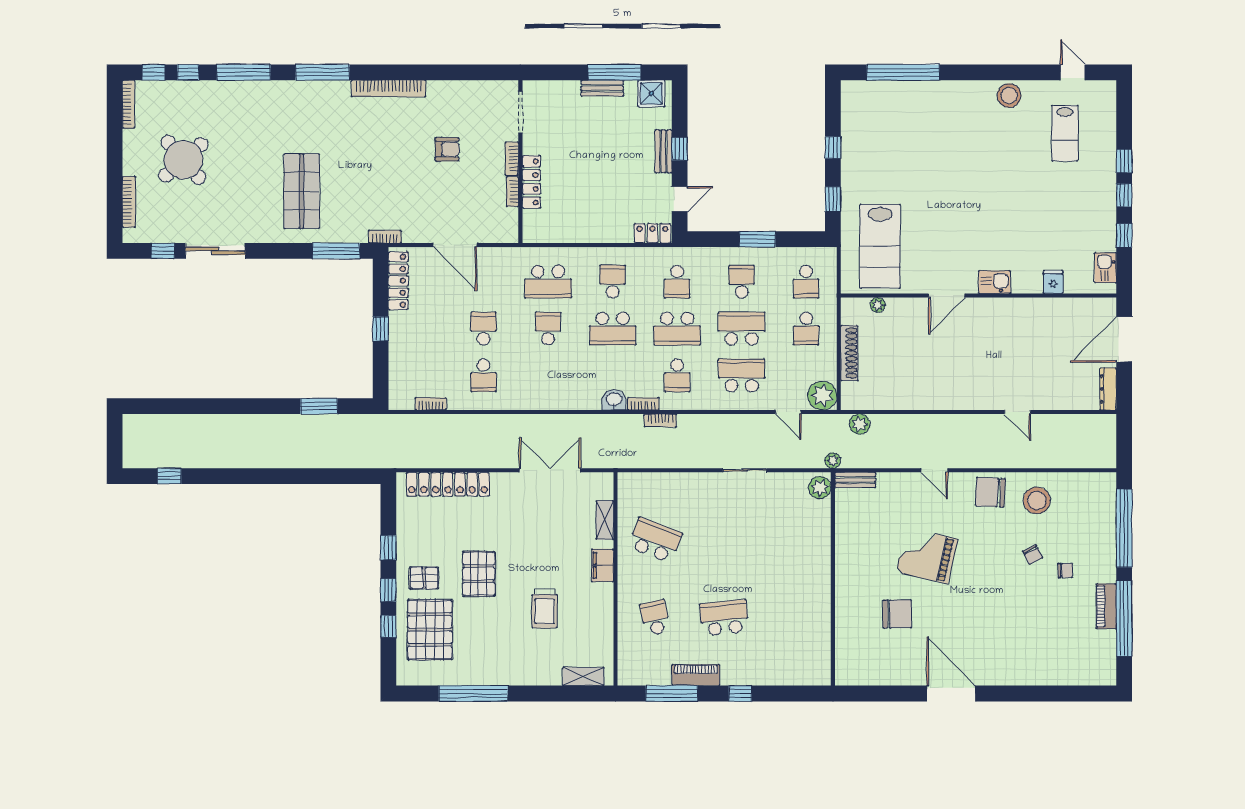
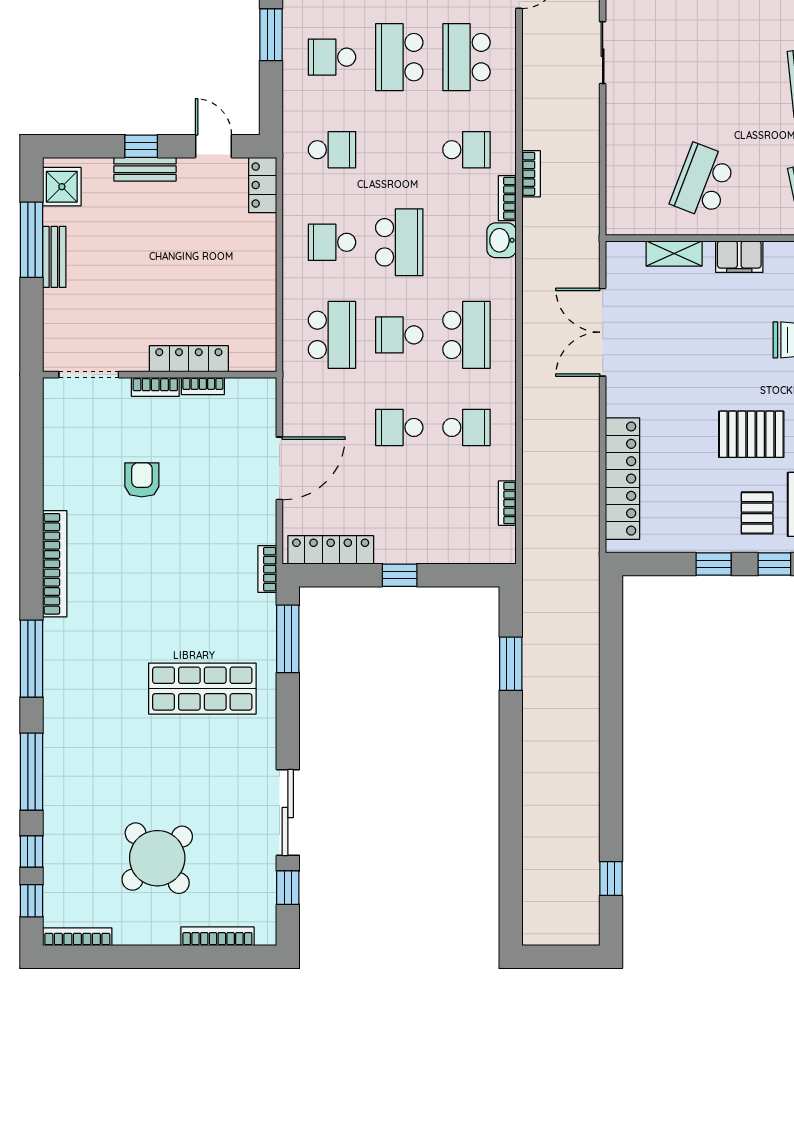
school desk: (677, 329) -> (466, 335), moved

